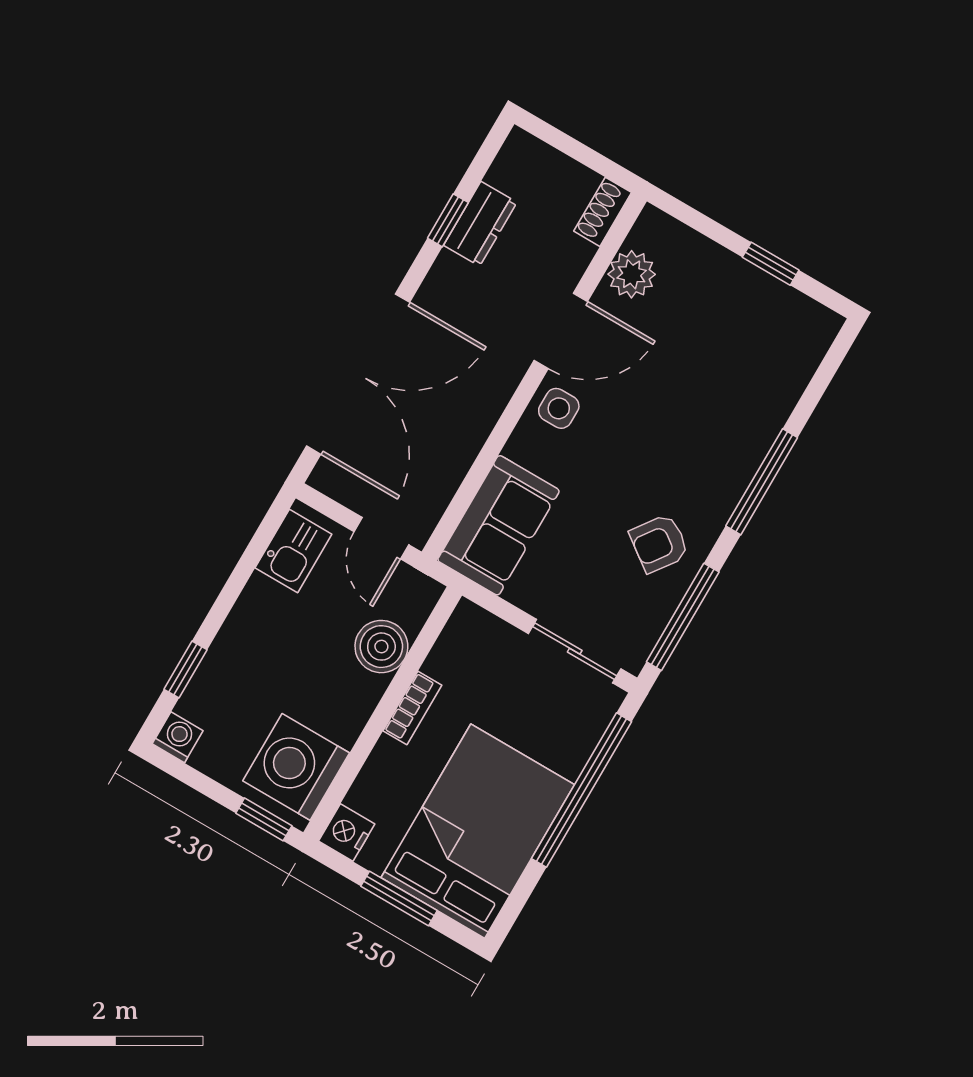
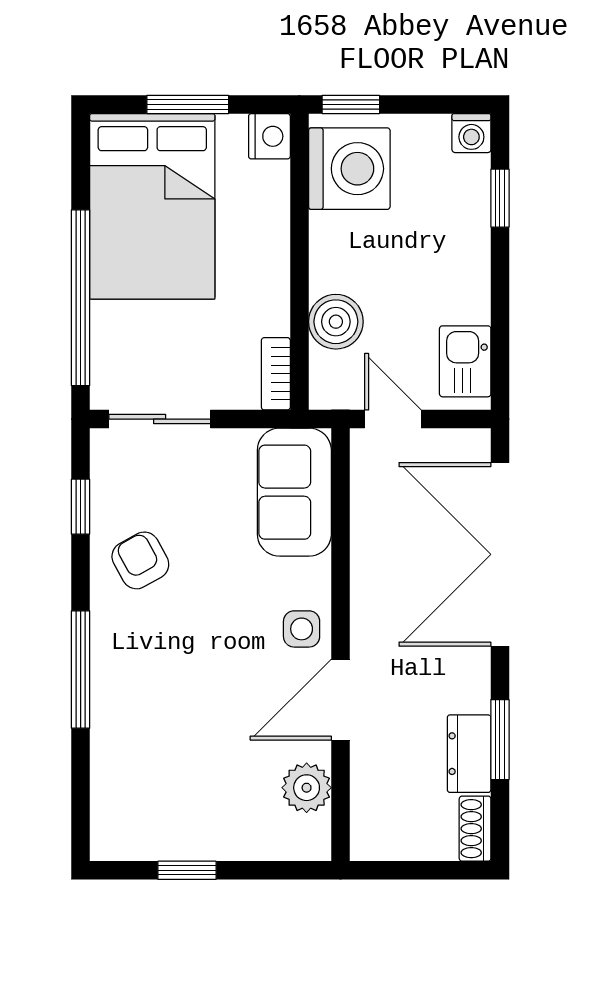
shoe rack: (603, 212) -> (475, 829), moved, turned 180
window: (448, 220) -> (500, 740), width x1.50
armchair: (659, 543) -> (140, 560), turned -65
window: (683, 617) -> (81, 507), width x0.46
bookcase: (412, 708) -> (276, 374), moved

